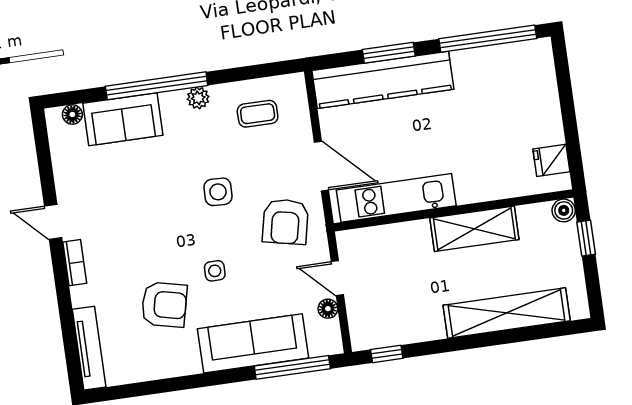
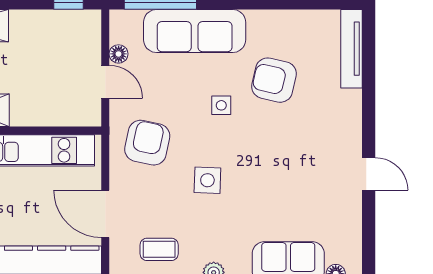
door: (321, 166) -> (105, 214), moved
bookcase: (75, 263) -> (354, 132), removed

